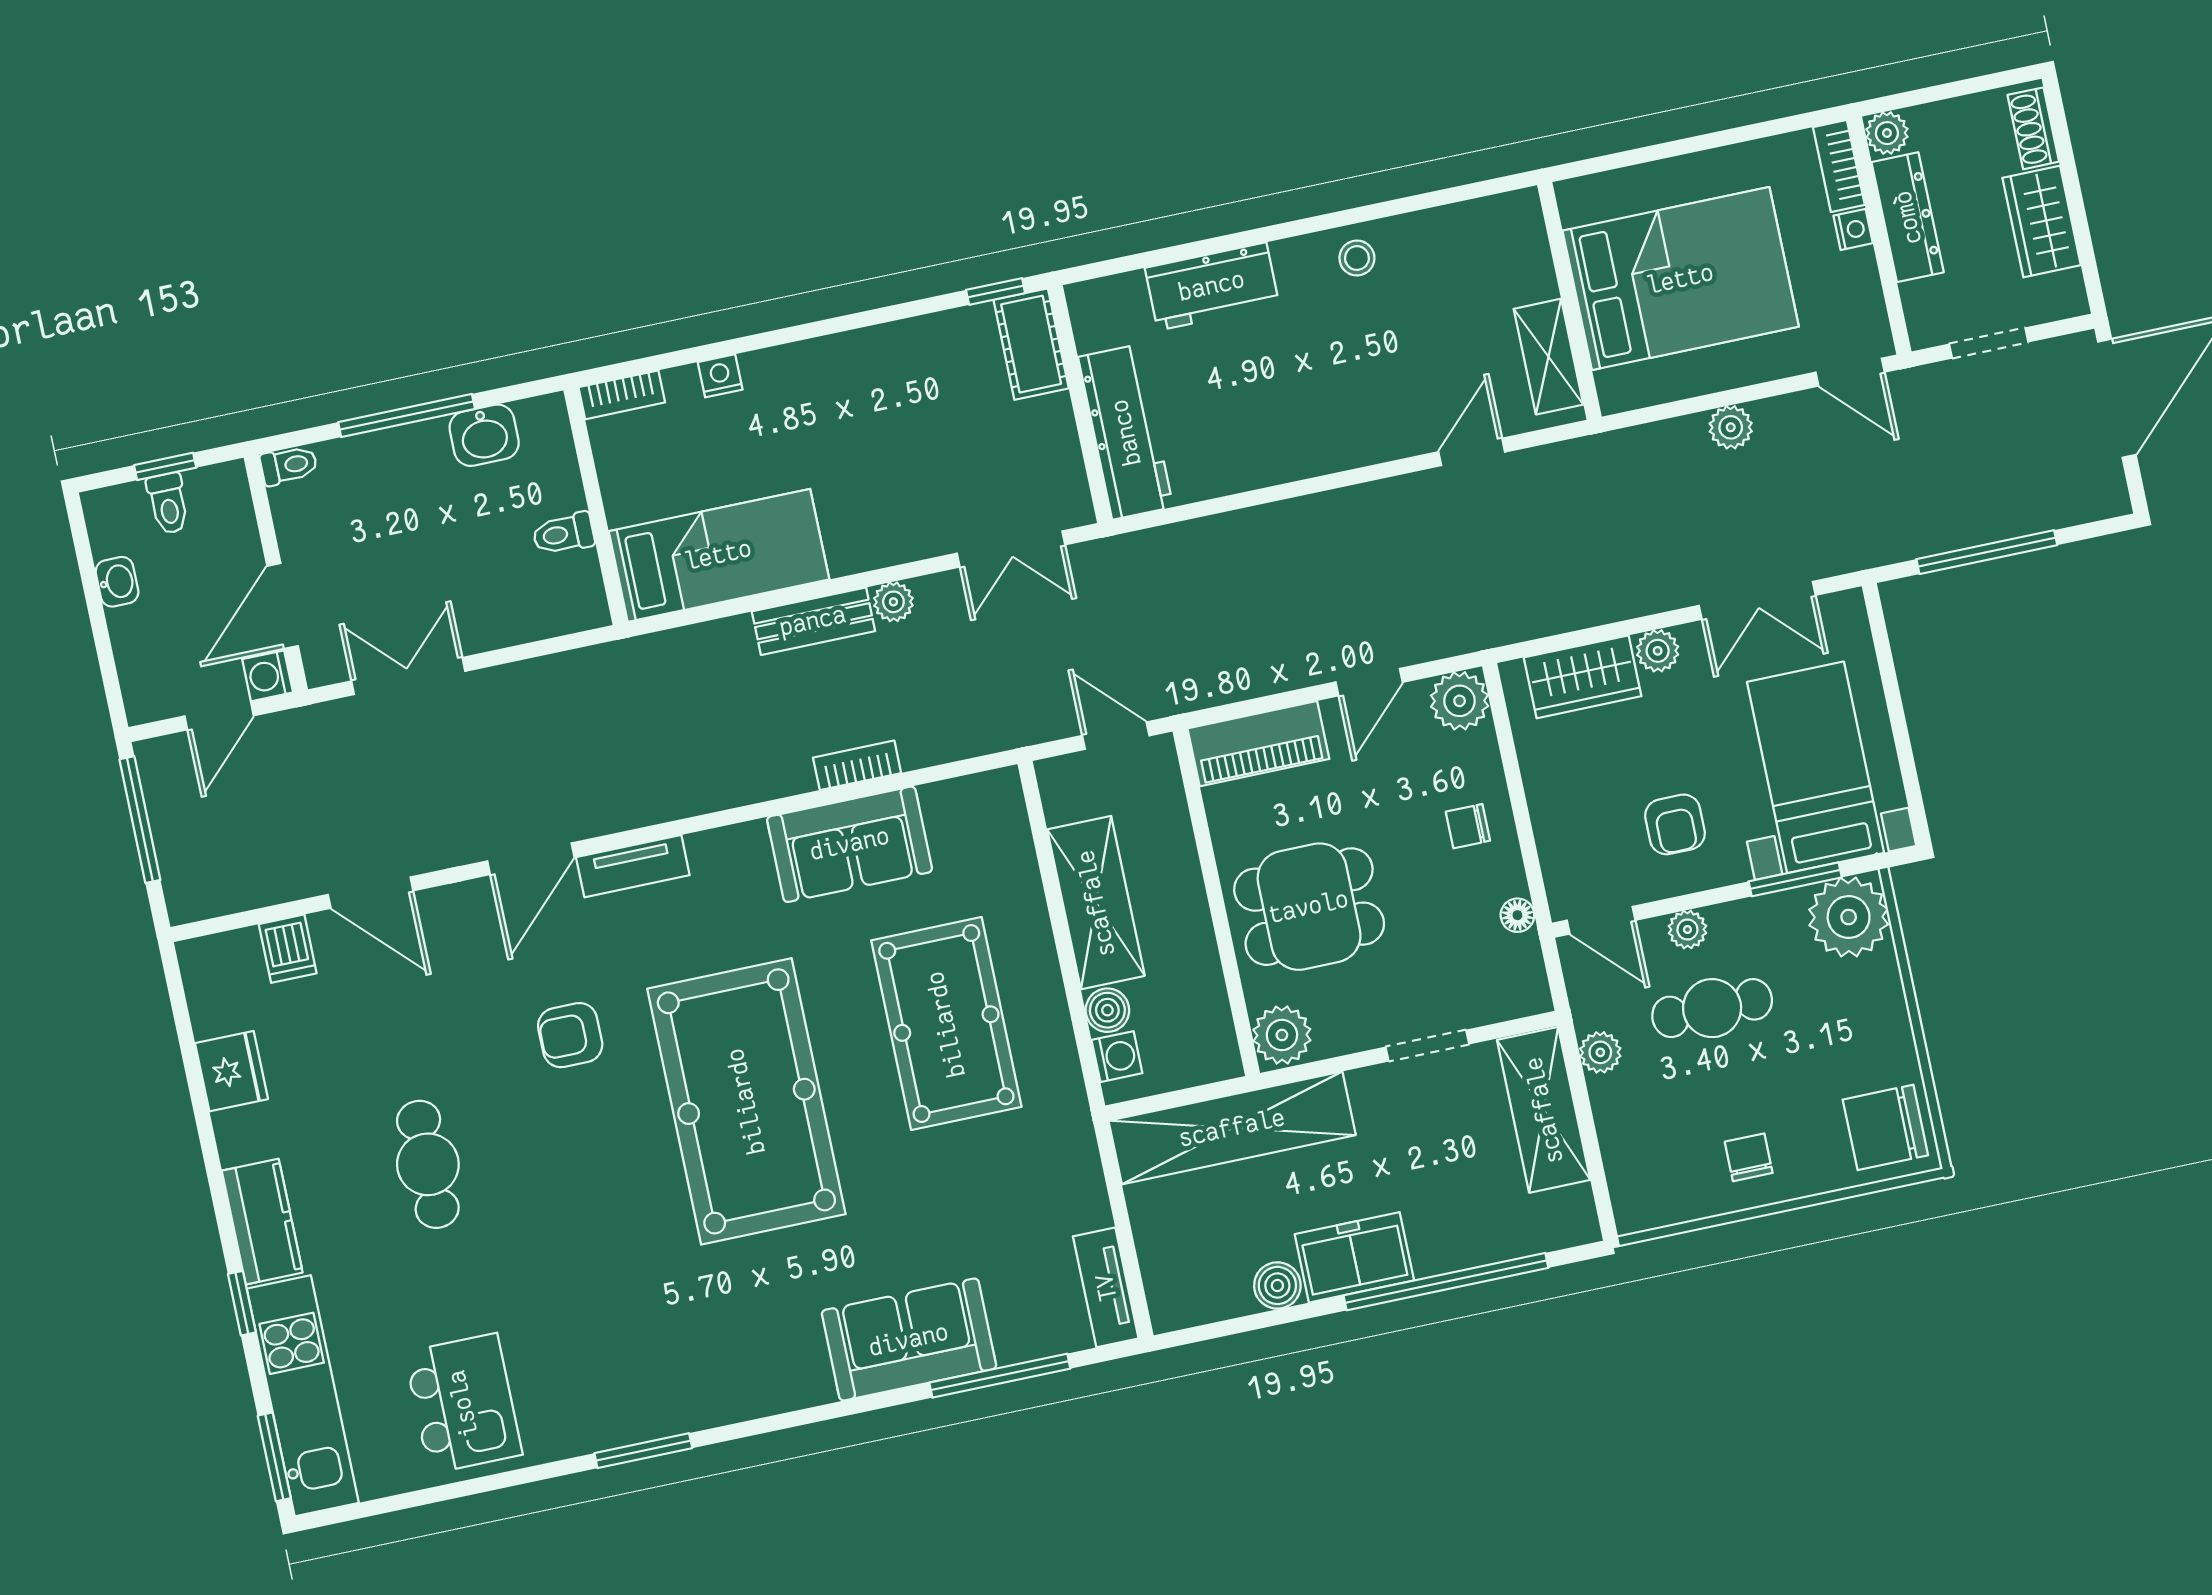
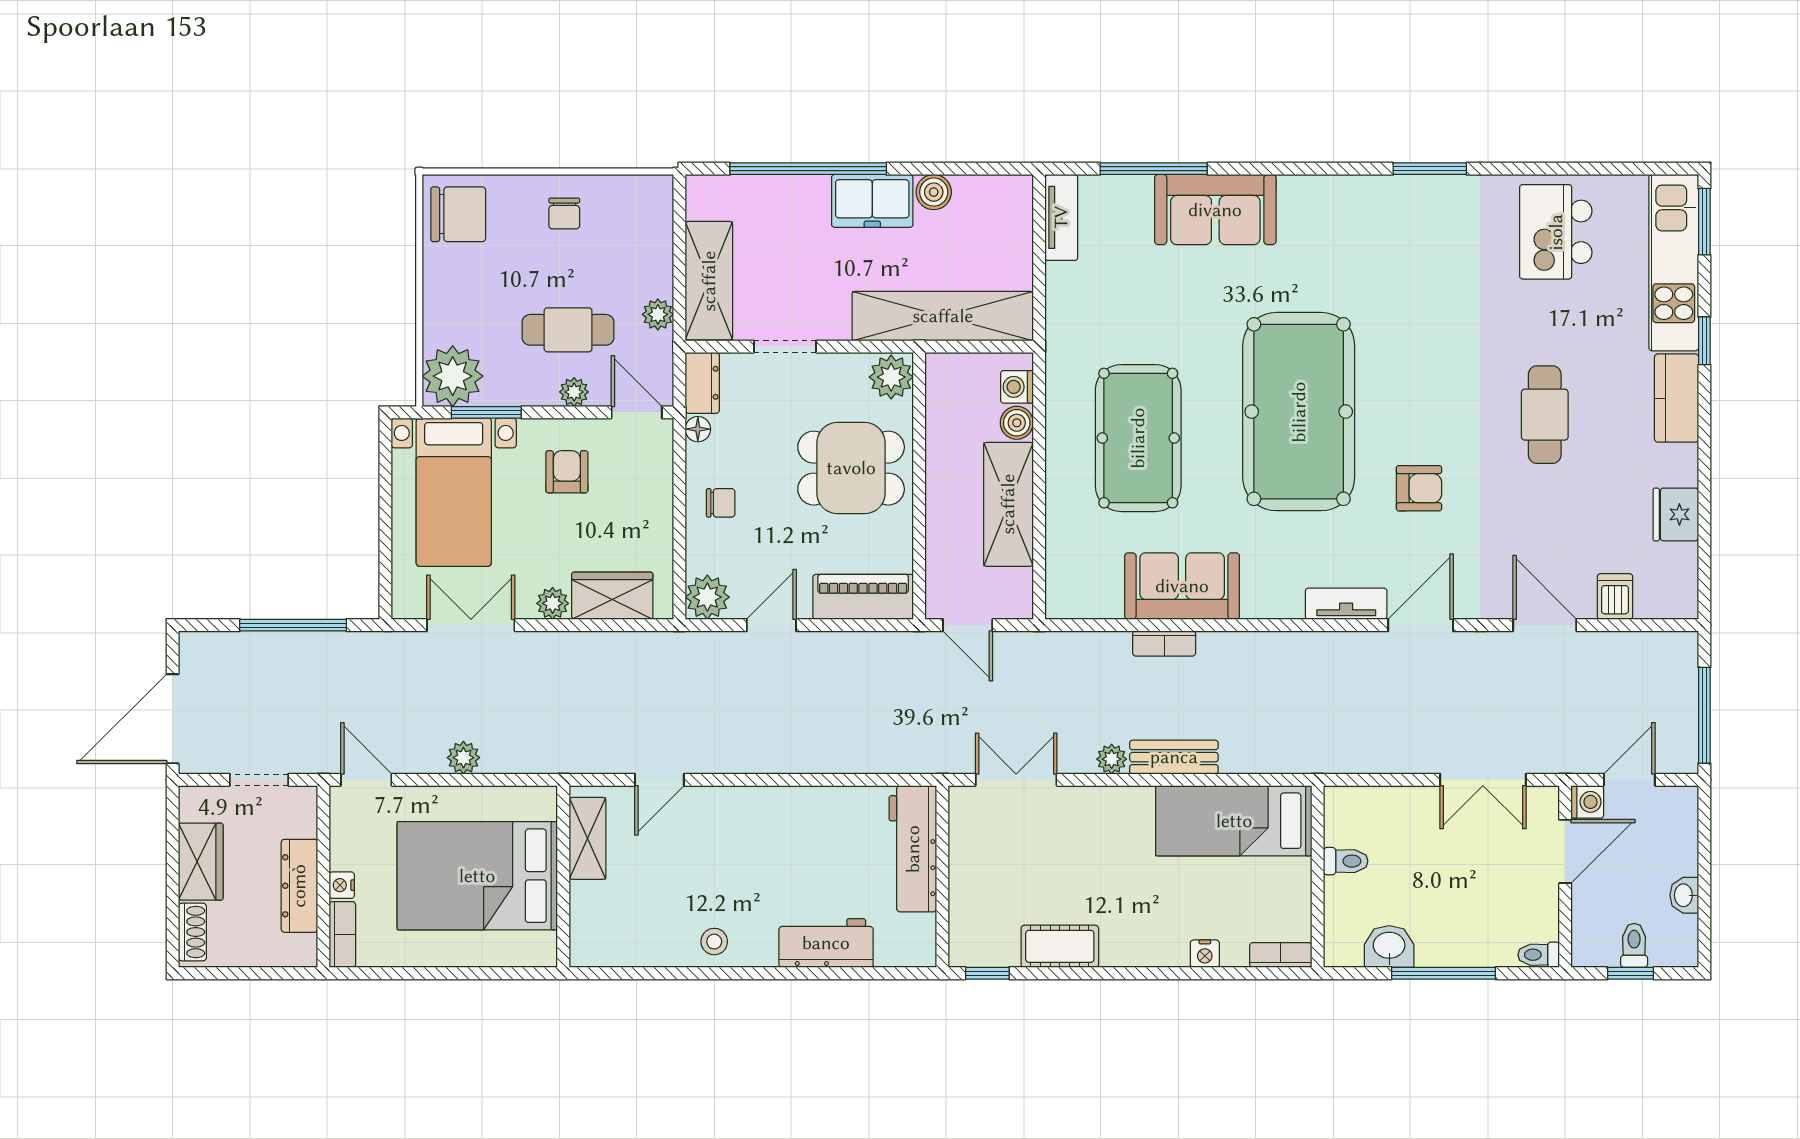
plant: (1887, 133) -> (302, 951), removed
cot: (1031, 344) -> (1060, 946), moved, turned 90
dresser: (1524, 976) -> (702, 383), added

